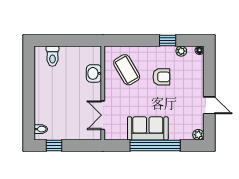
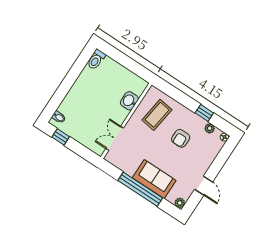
toilet: (52, 56) -> (96, 60), moved
coffee table: (127, 70) -> (157, 115), turned 38
armchair: (161, 77) -> (181, 138), turned 90
sofa: (148, 128) -> (154, 179), moved

